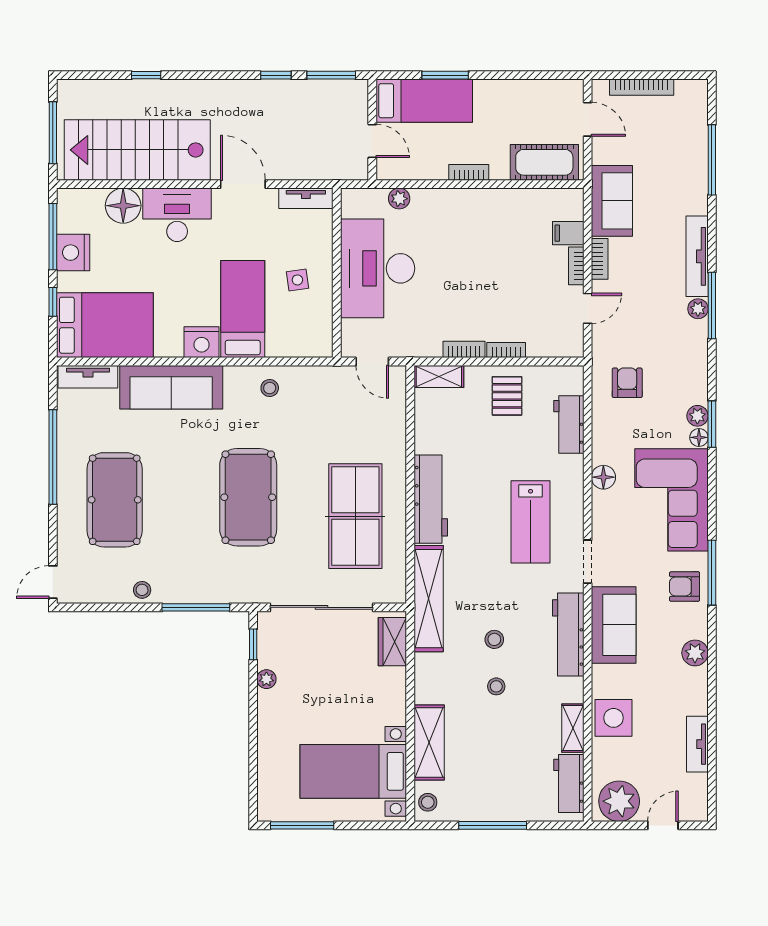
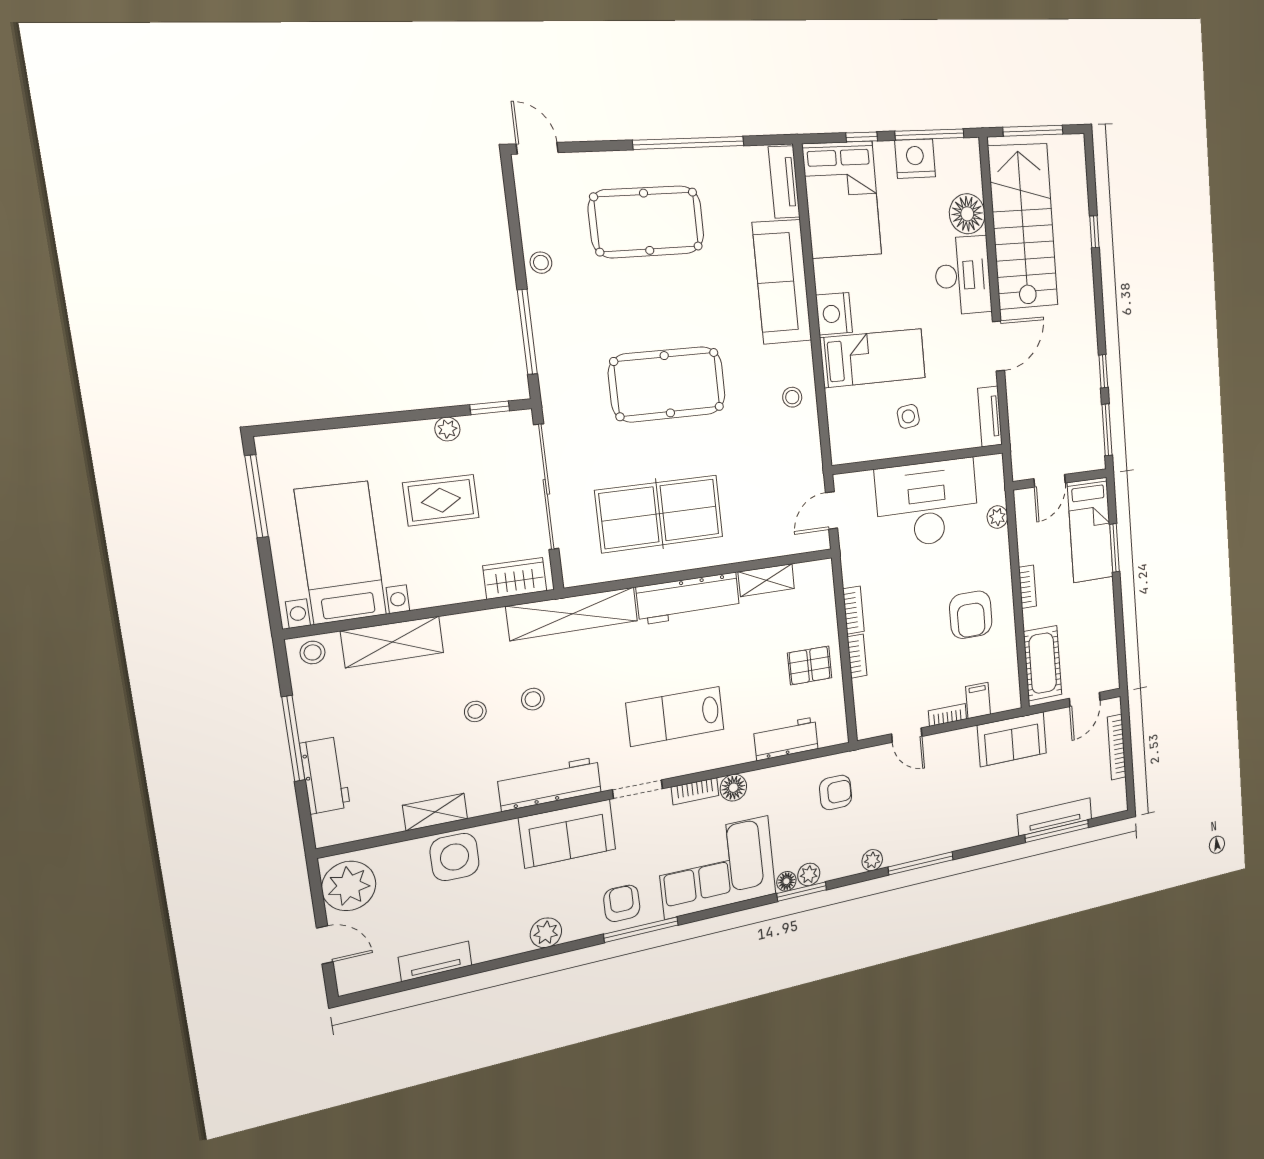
armchair: (486, 234) -> (971, 615), added
tv unit: (697, 256) -> (1055, 817), moved
bookcase: (600, 259) -> (695, 791), moved
plant: (698, 309) -> (872, 860), moved
shelving: (439, 377) -> (766, 580), moved, turned 90
rug: (322, 691) -> (441, 500), added
workbench: (569, 783) -> (325, 775), moved, turned 90

